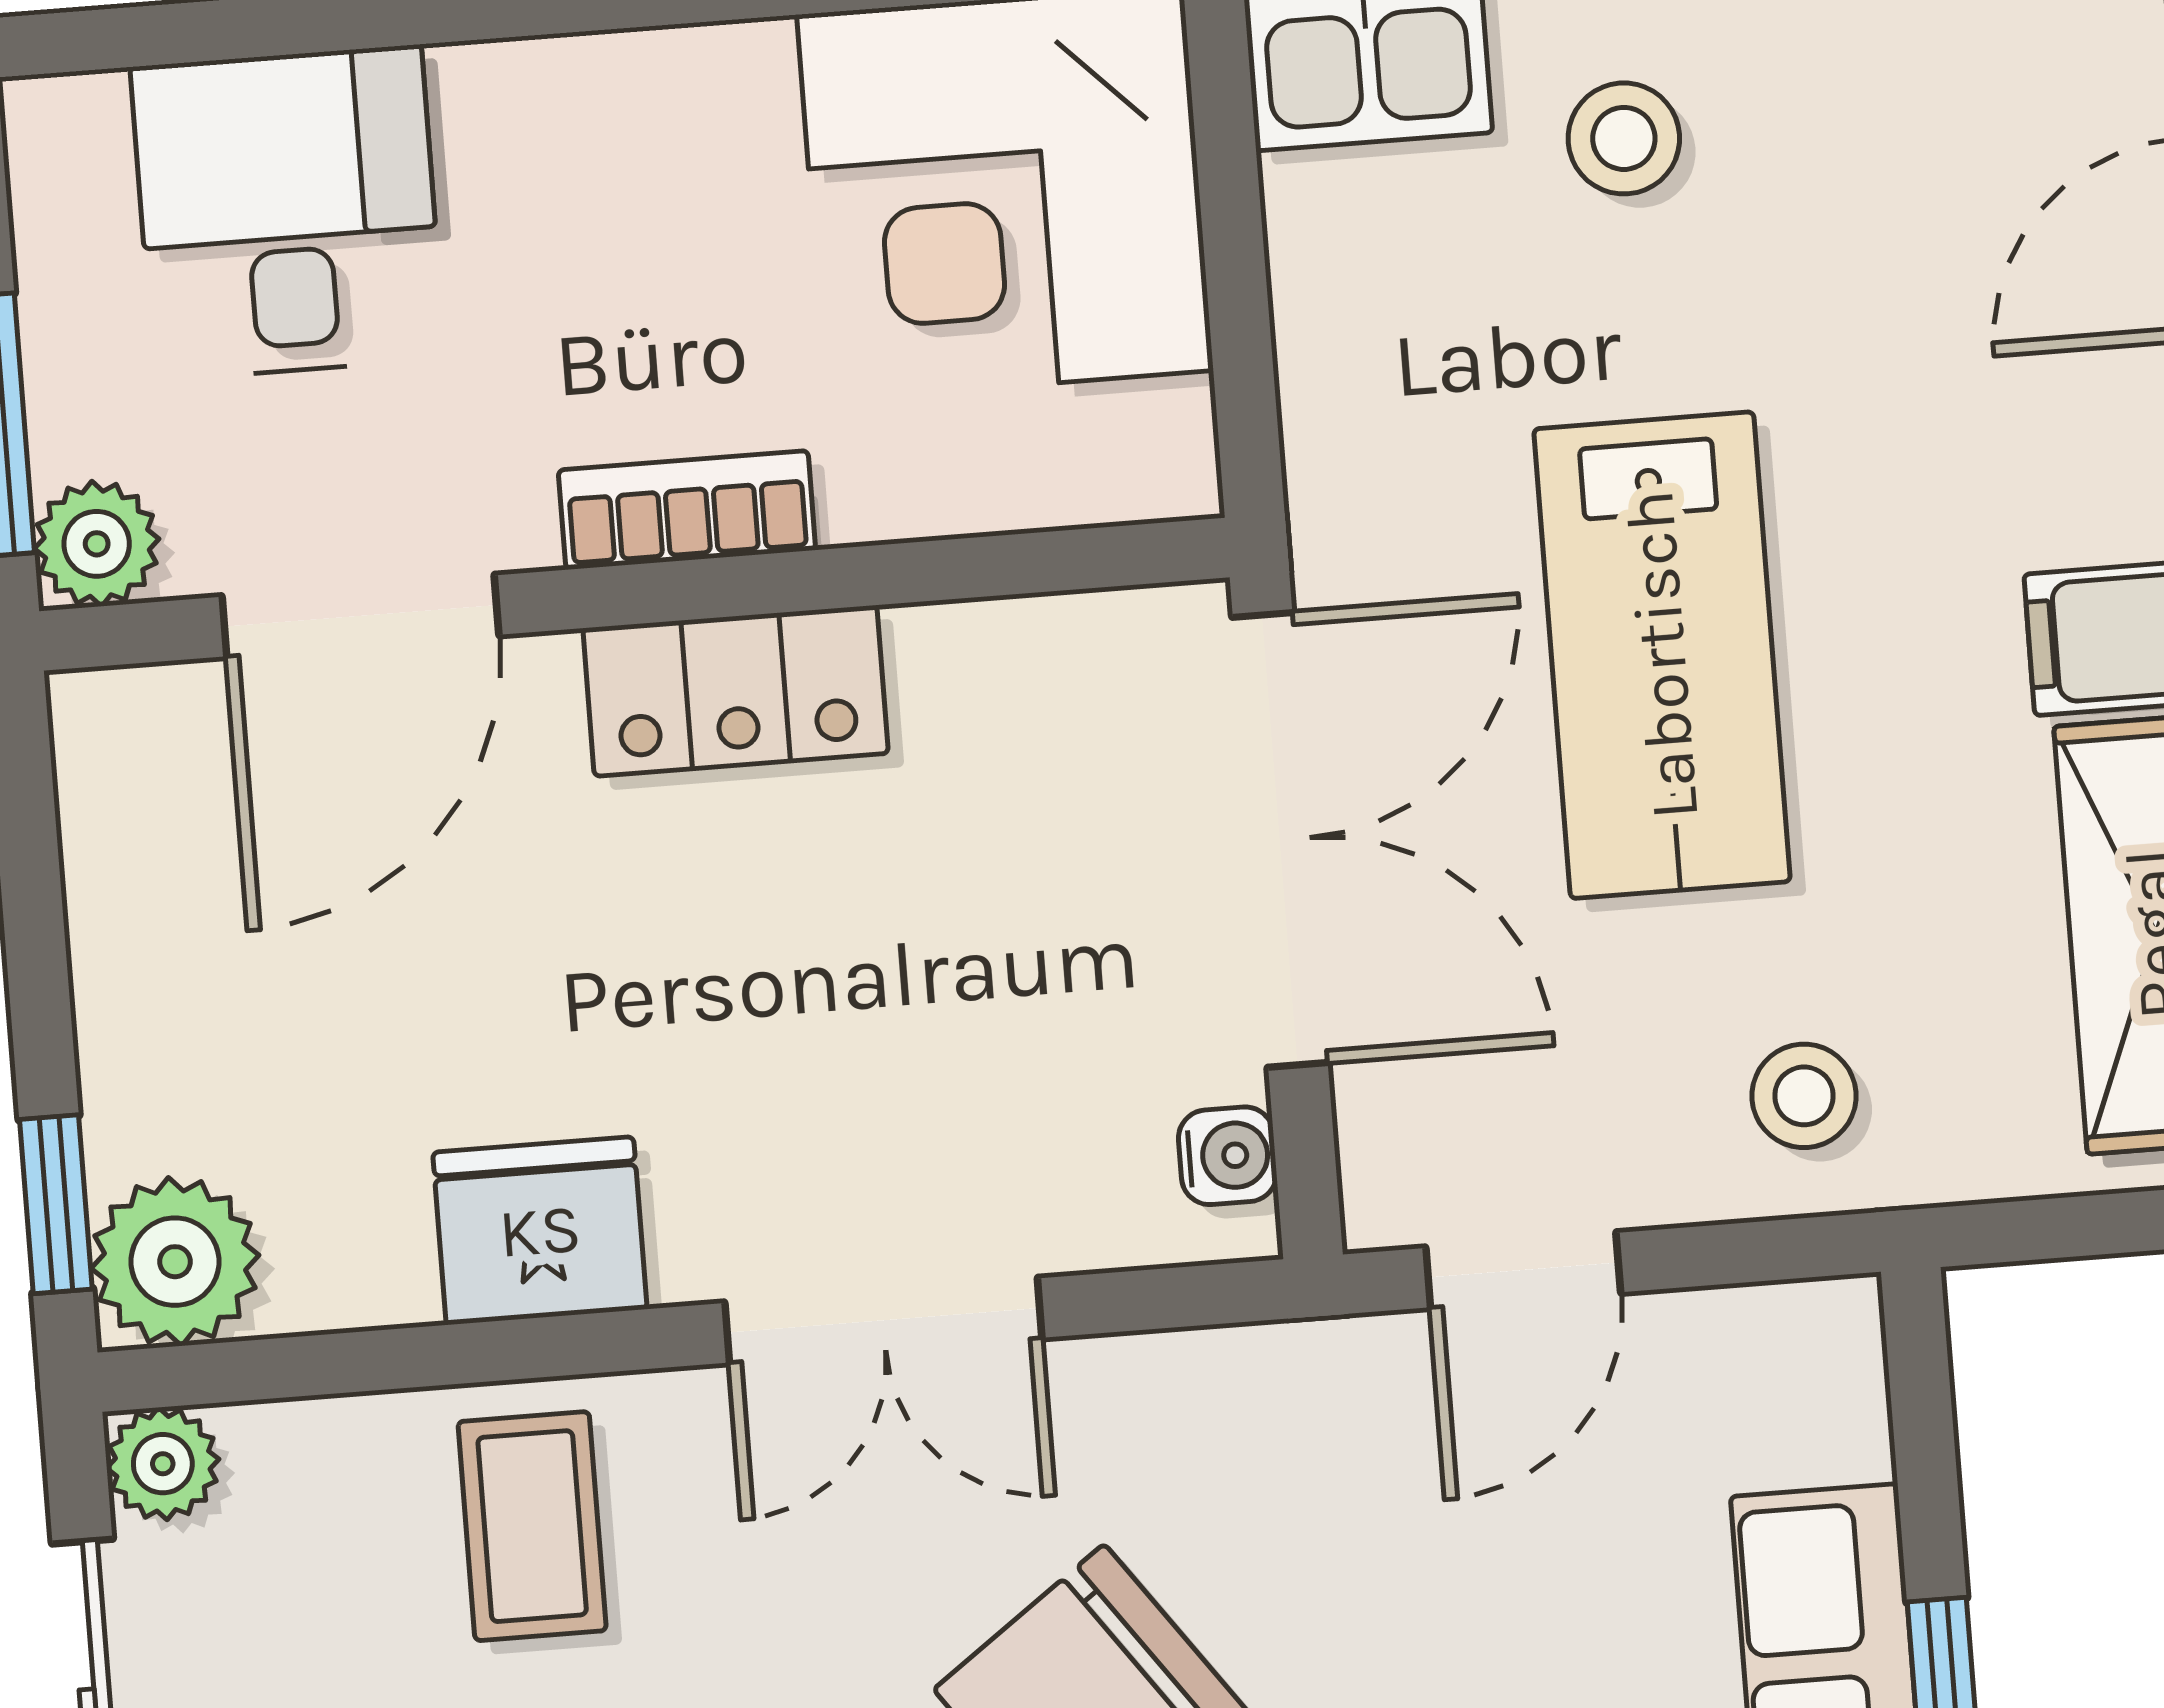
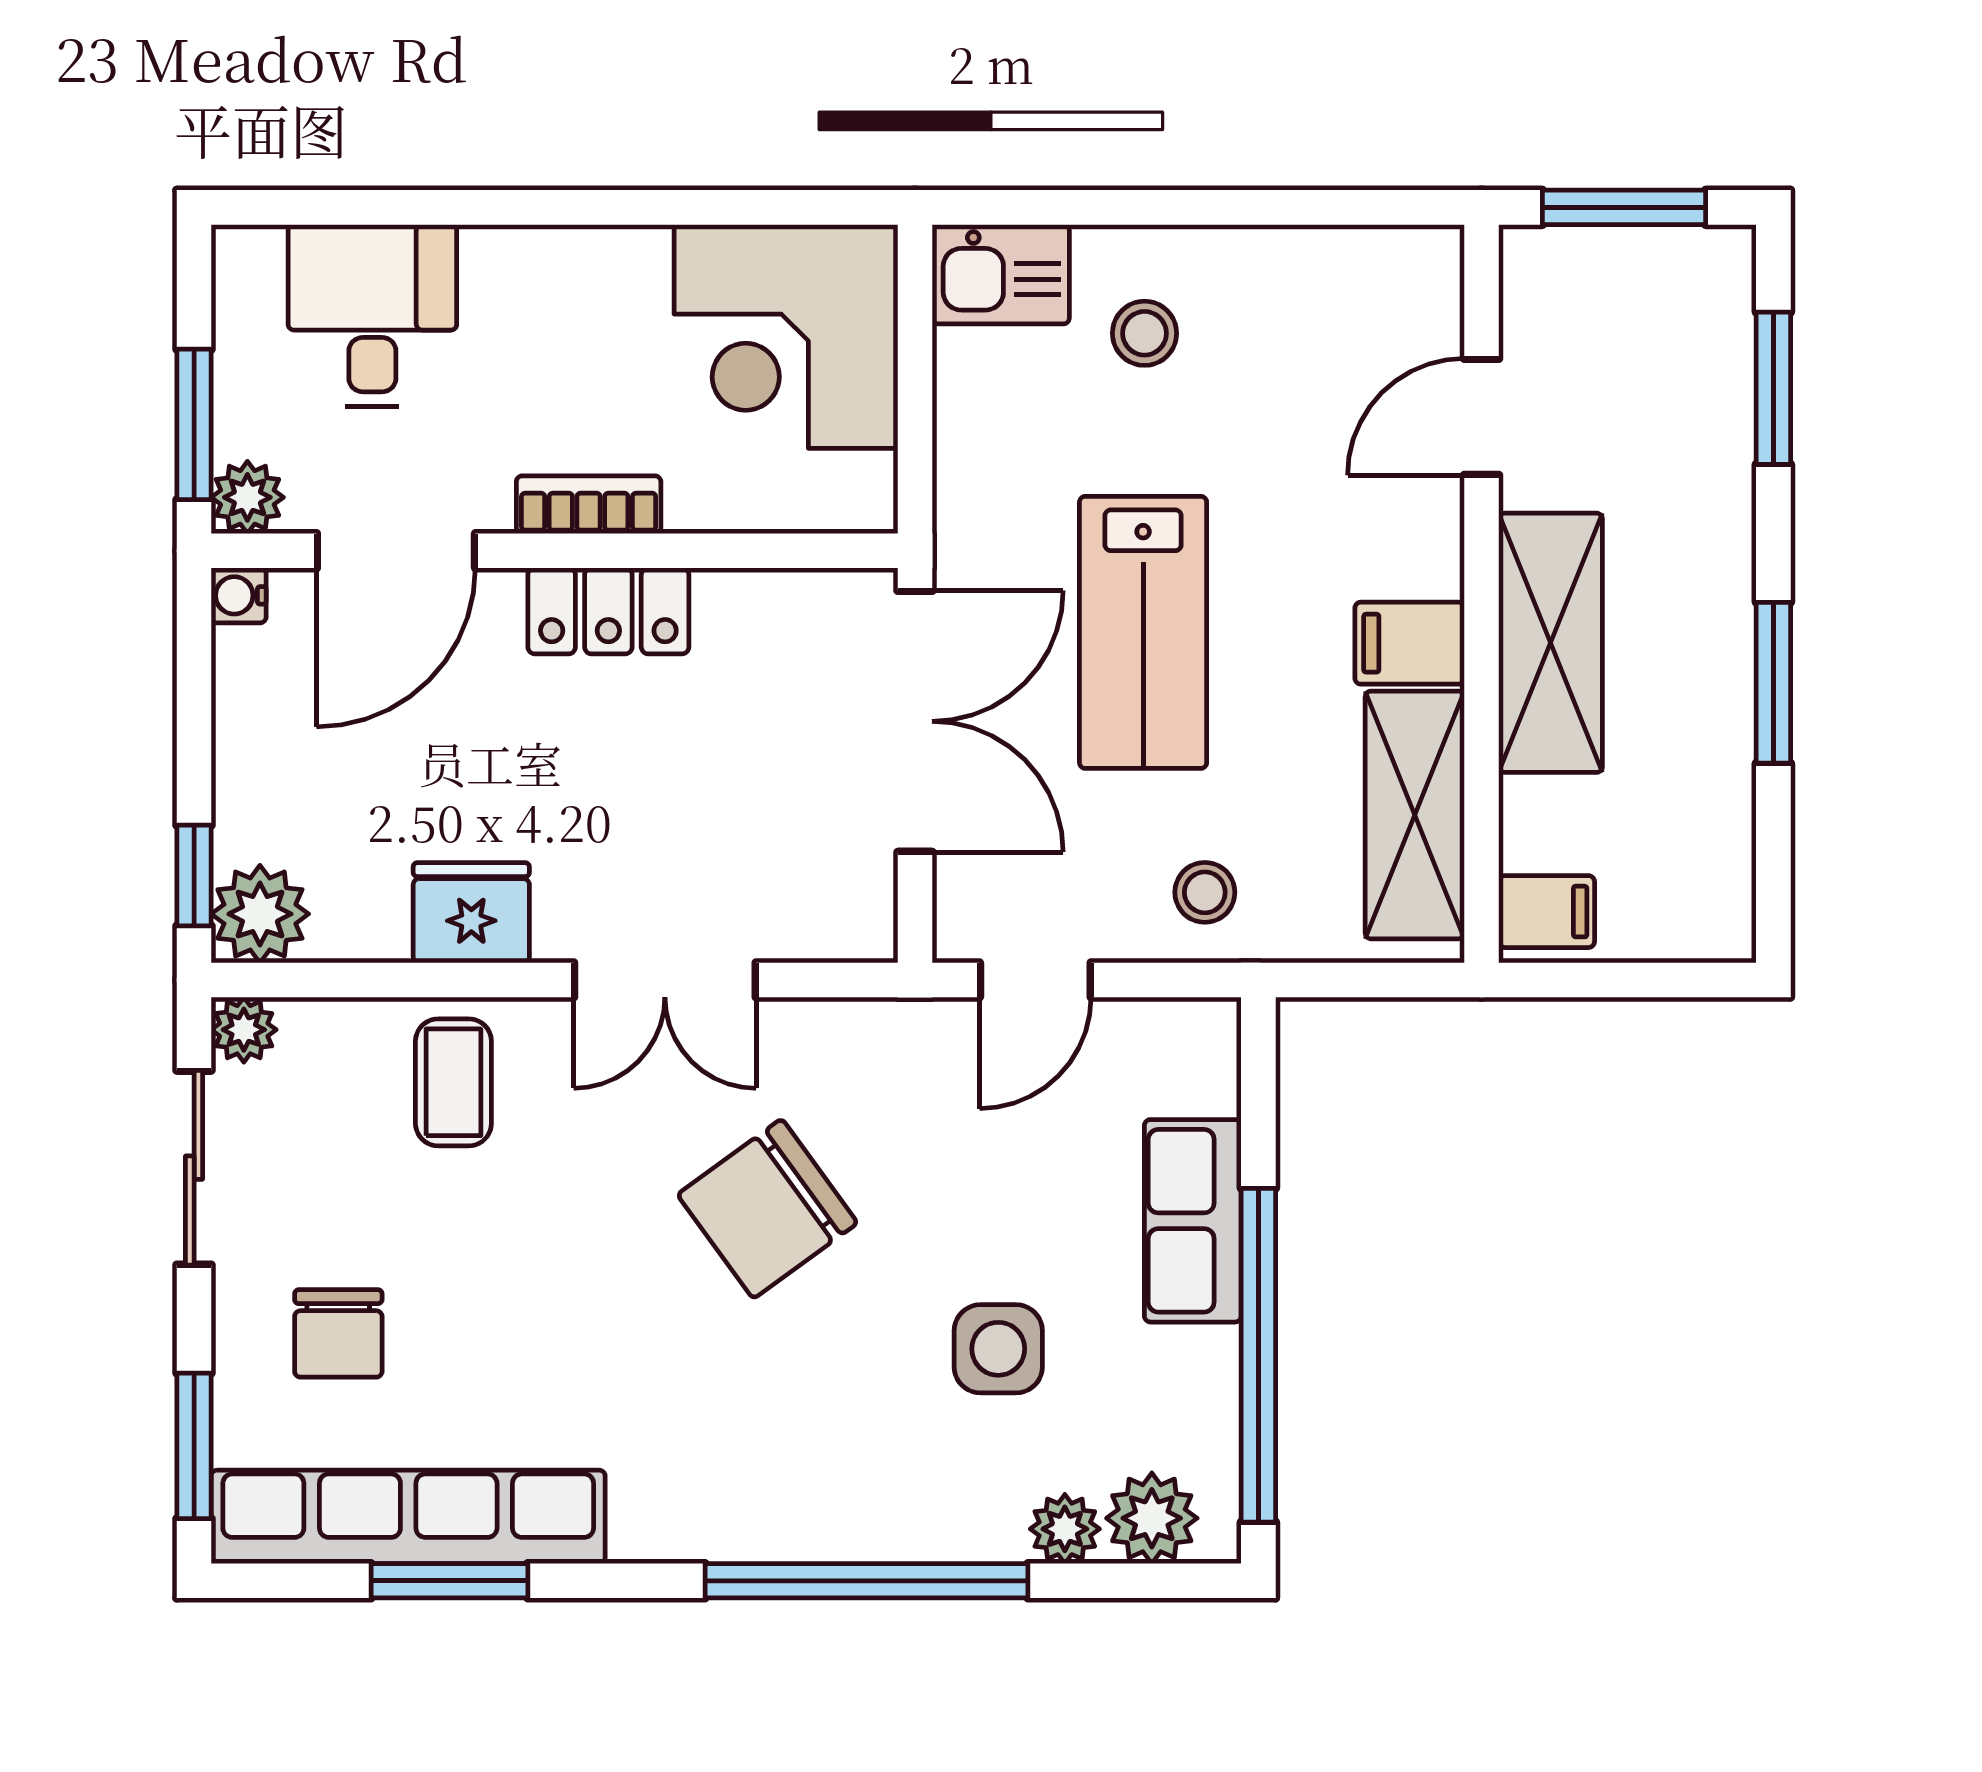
water cooler: (1228, 1156) -> (239, 595), moved, turned 180

